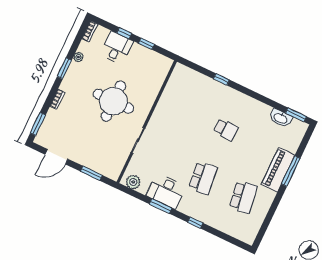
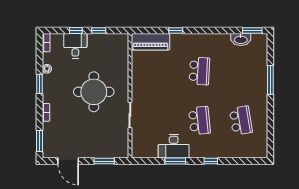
school desk: (226, 130) -> (199, 71), width x1.85
door: (56, 157) -> (68, 161), hinge flipped
piano: (278, 170) -> (150, 42), moved, turned -90
plant: (133, 182) -> (143, 152), removed

